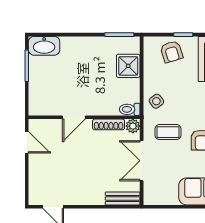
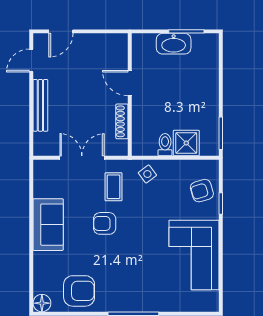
washbasin: (44, 46) -> (174, 44), moved, turned -90
toilet: (130, 109) -> (165, 145), moved
plant: (133, 126) -> (120, 148), removed
door: (27, 142) -> (61, 31), moved
bench: (123, 198) -> (40, 105), moved, width x1.36

